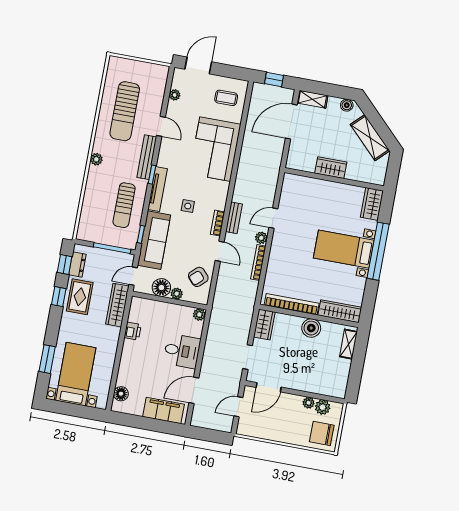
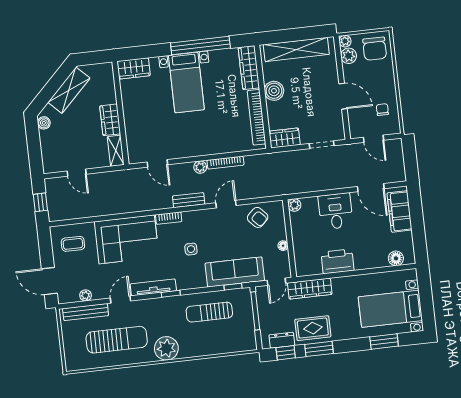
coffee table: (226, 98) -> (73, 244), turned 90
shelving: (312, 99) -> (116, 151), moved
door: (291, 122) -> (77, 173), width x0.53
bench: (147, 157) -> (86, 312), moved
plant: (96, 159) -> (166, 348), width x1.87, depth x1.87
tv unit: (158, 189) -> (153, 287), moved
sun lounger: (124, 205) -> (209, 312), turned 180
door: (273, 218) -> (157, 163), moved
bookcase: (218, 223) -> (169, 218), moved
window: (378, 251) -> (200, 46), moved
door: (133, 276) -> (276, 282), hinge flipped
floor lamp: (161, 288) -> (283, 246), width x0.53, depth x0.53
plant: (177, 294) -> (281, 234), removed
window: (59, 297) -> (319, 349), width x1.50
printer: (133, 331) -> (337, 261), width x1.87, depth x1.48
shelving: (348, 344) -> (296, 50), width x2.20, depth x1.33
door: (269, 387) -> (343, 96), moved
plant: (309, 403) -> (345, 41), moved
chair: (263, 423) -> (382, 110), added

